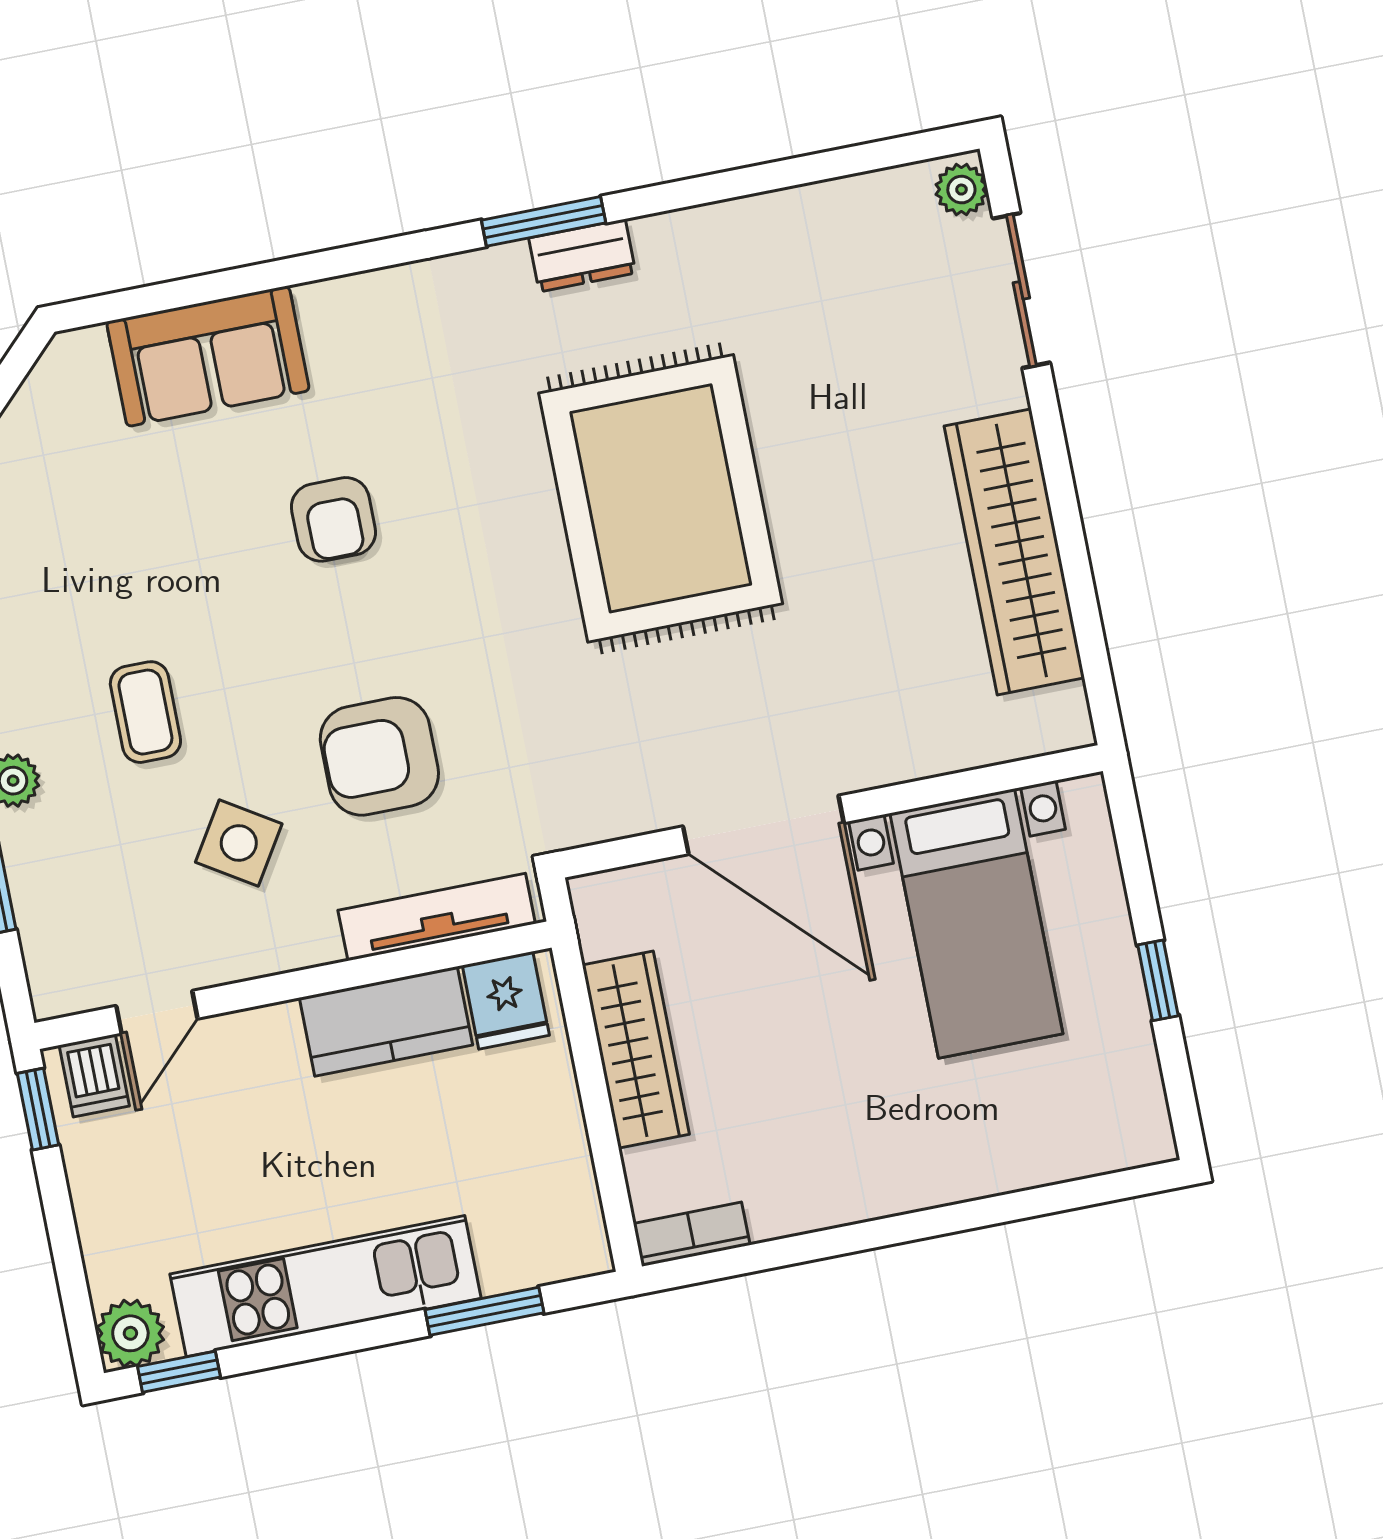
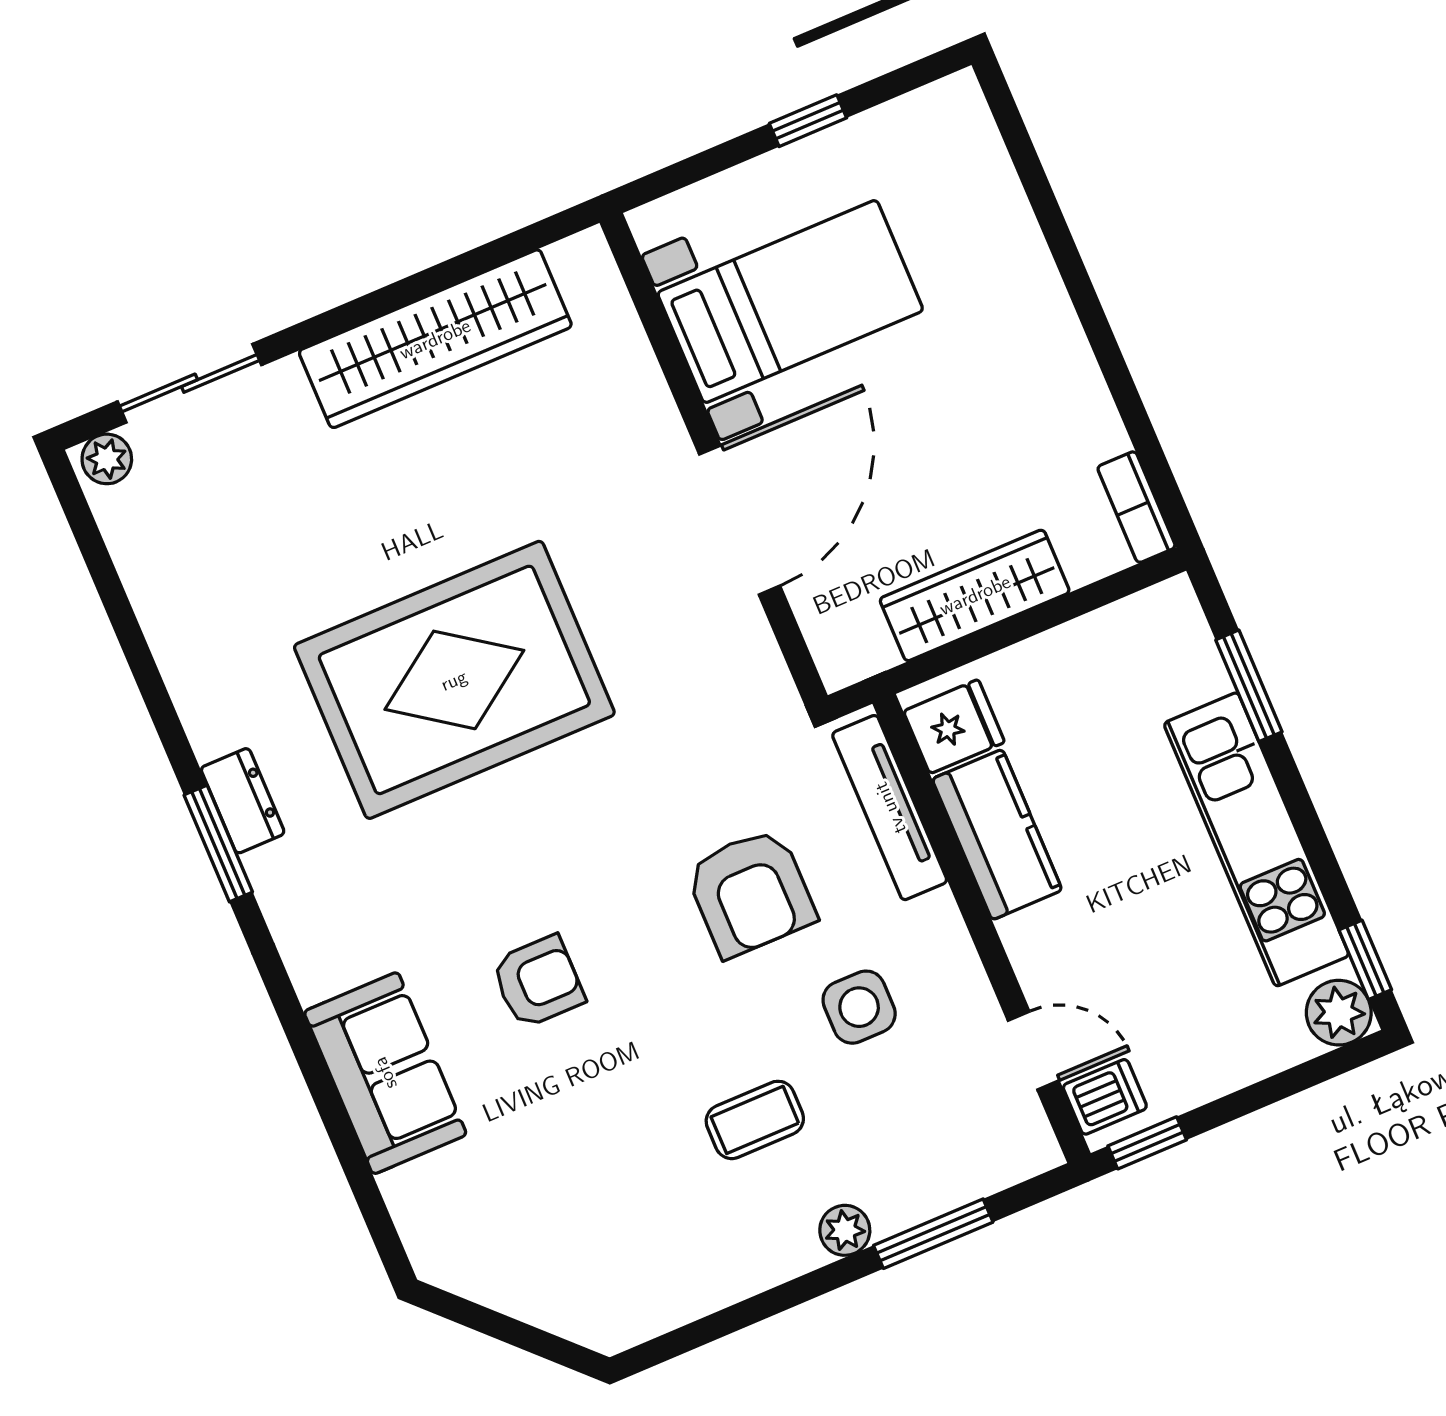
sofa: (208, 356) -> (385, 1073), moved
side table: (239, 843) -> (859, 1007), turned -32

